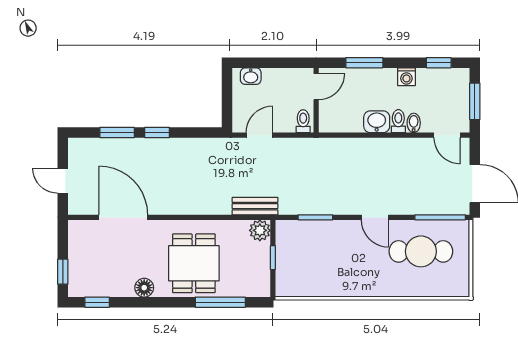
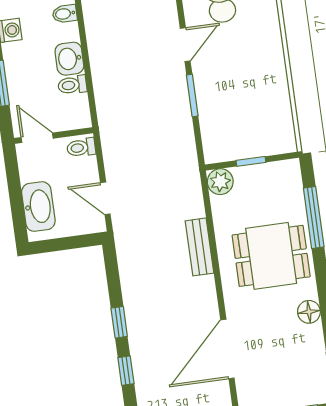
washbasin: (251, 76) -> (38, 207), width x1.91, depth x1.45
toilet: (398, 121) -> (72, 85), moved
window: (117, 132) -> (126, 371), width x0.67
bench: (255, 206) -> (199, 247), moved
window: (315, 217) -> (192, 96), moved

